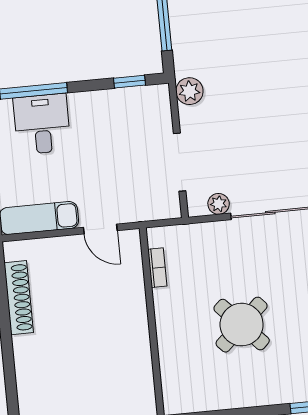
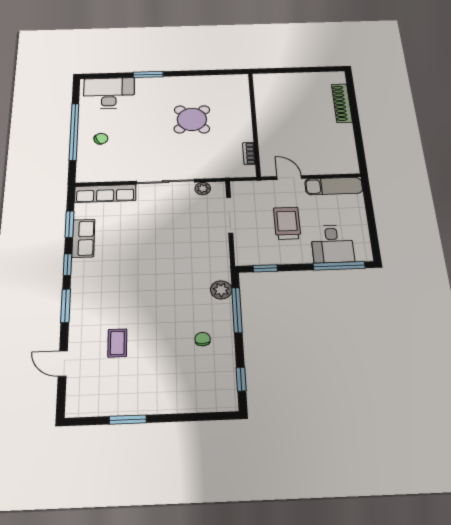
plant: (189, 91) -> (221, 290), moved
trolley: (102, 153) -> (287, 223), added
shoe rack: (19, 298) -> (342, 103), moved

